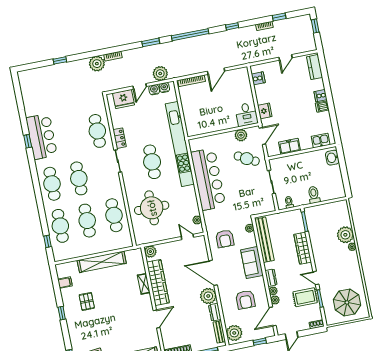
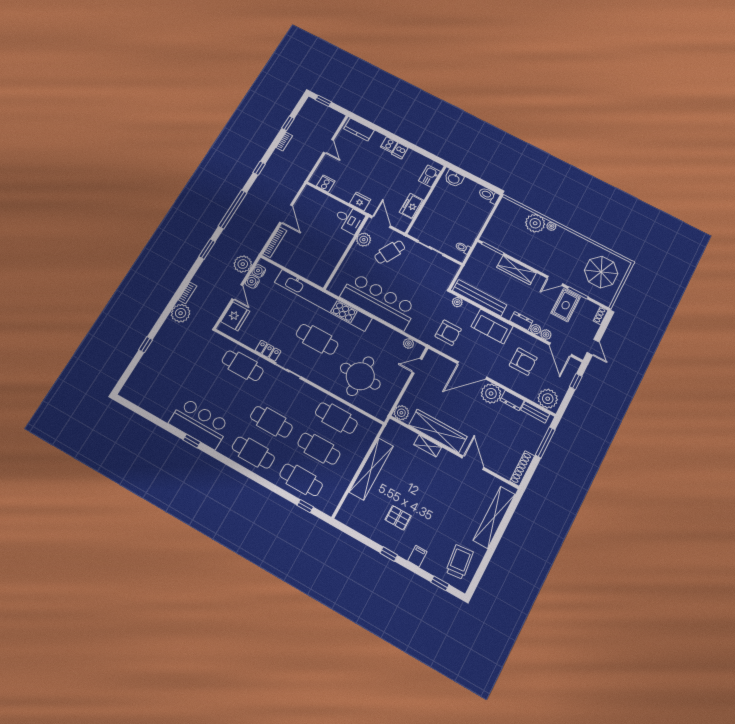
toilet: (314, 195) -> (489, 195), moved
filing cabinet: (65, 283) -> (417, 556), moved

